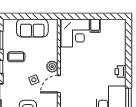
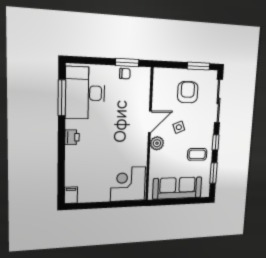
filing cabinet: (95, 26) -> (71, 195), moved
sofa: (32, 28) -> (177, 188), width x1.36

